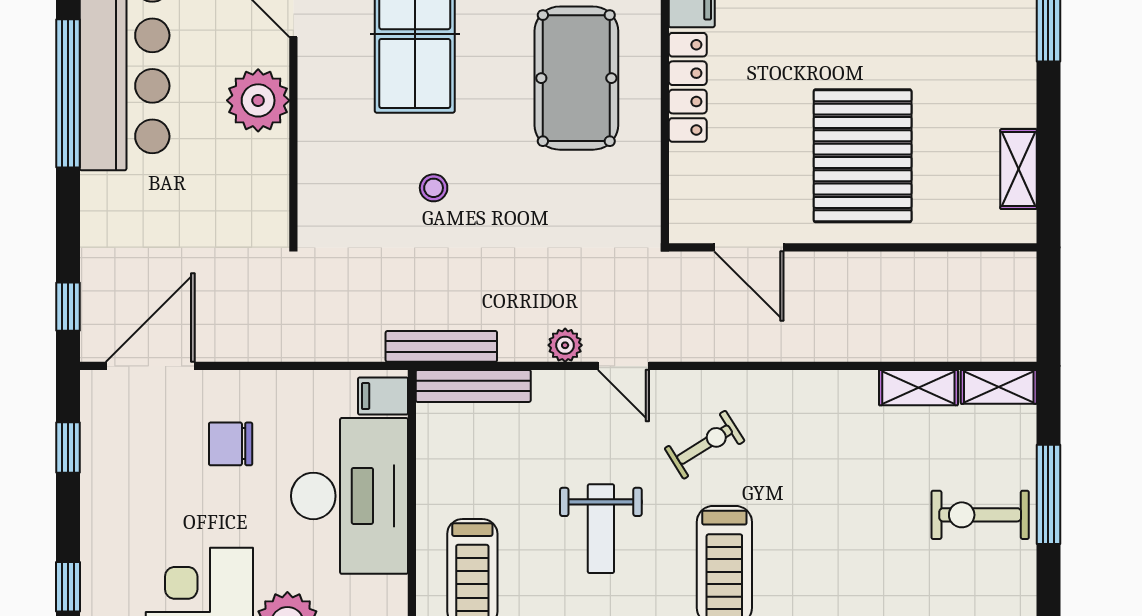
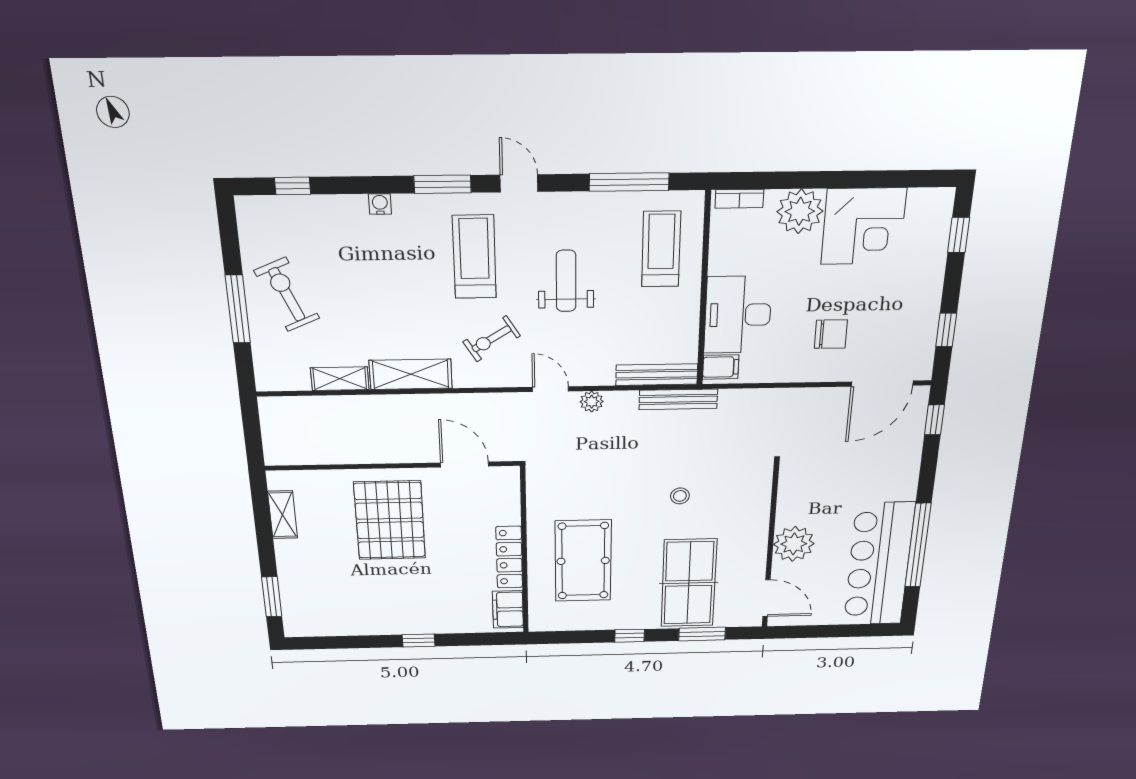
shelving: (999, 387) -> (411, 374), moved, width x1.50, depth x1.33
desk: (350, 496) -> (738, 315), width x0.73, depth x0.77
exercise bike: (980, 515) -> (287, 294), turned -113

